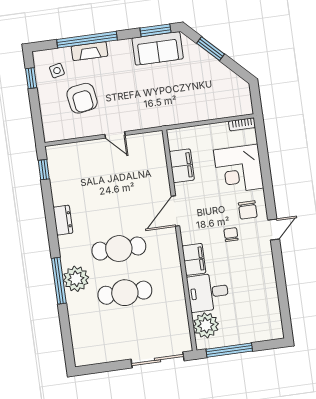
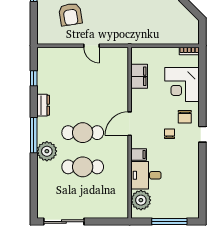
window: (44, 170) -> (34, 78), moved
door: (175, 211) -> (130, 124), moved
filing cabinet: (194, 259) -> (139, 155), width x0.50
window: (59, 281) -> (34, 135), moved
window: (229, 350) -> (169, 222), moved
sliding door: (158, 360) -> (64, 222), moved

